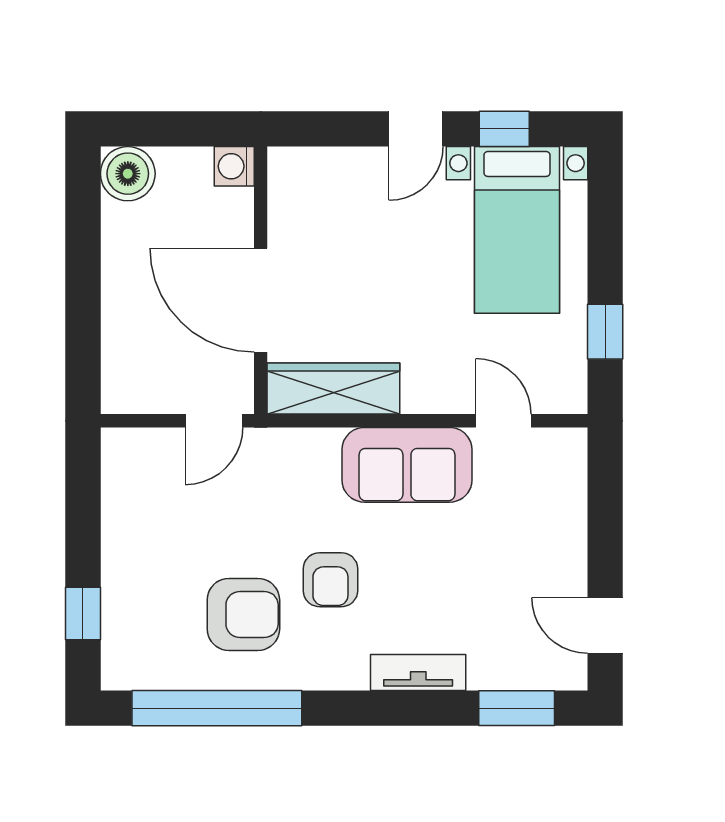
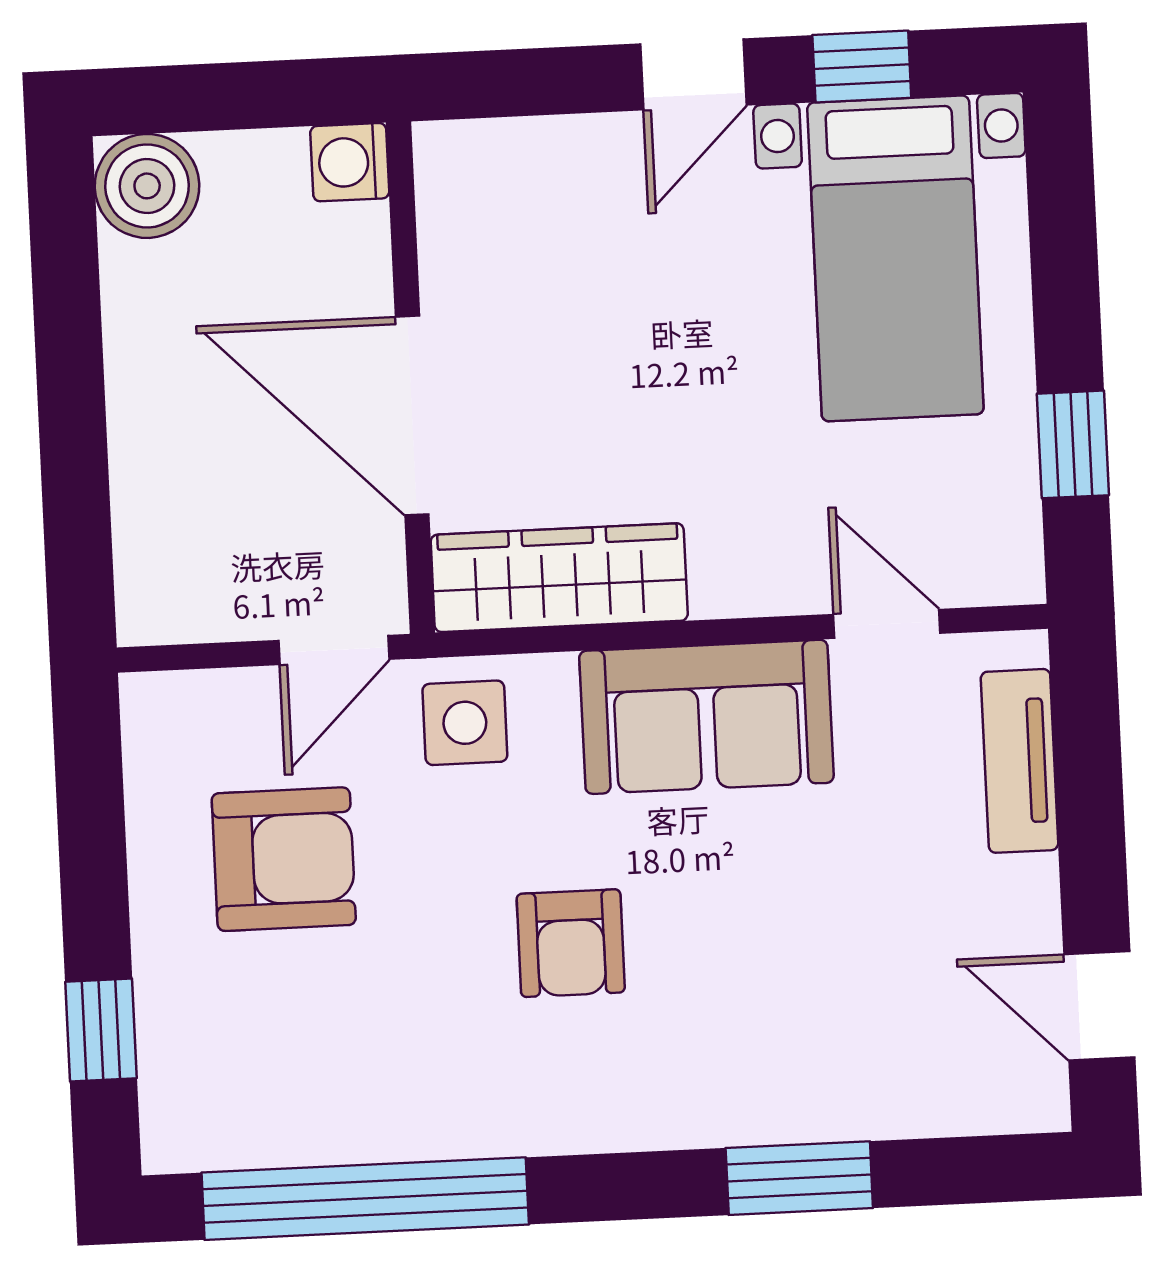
side table: (281, 462) -> (465, 723), added
armchair: (243, 614) -> (284, 859), moved
tv unit: (418, 672) -> (1020, 761), moved, turned -90
window: (517, 708) -> (799, 1178), moved

